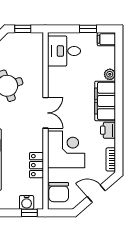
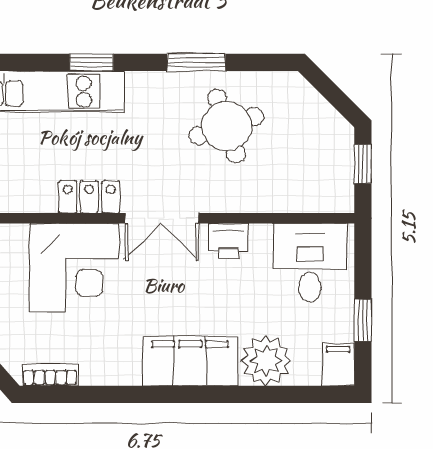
plant: (110, 74) -> (266, 361), width x1.88, depth x1.88
printer: (108, 130) -> (228, 241), moved, turned 180
locker: (36, 165) -> (89, 197), moved

